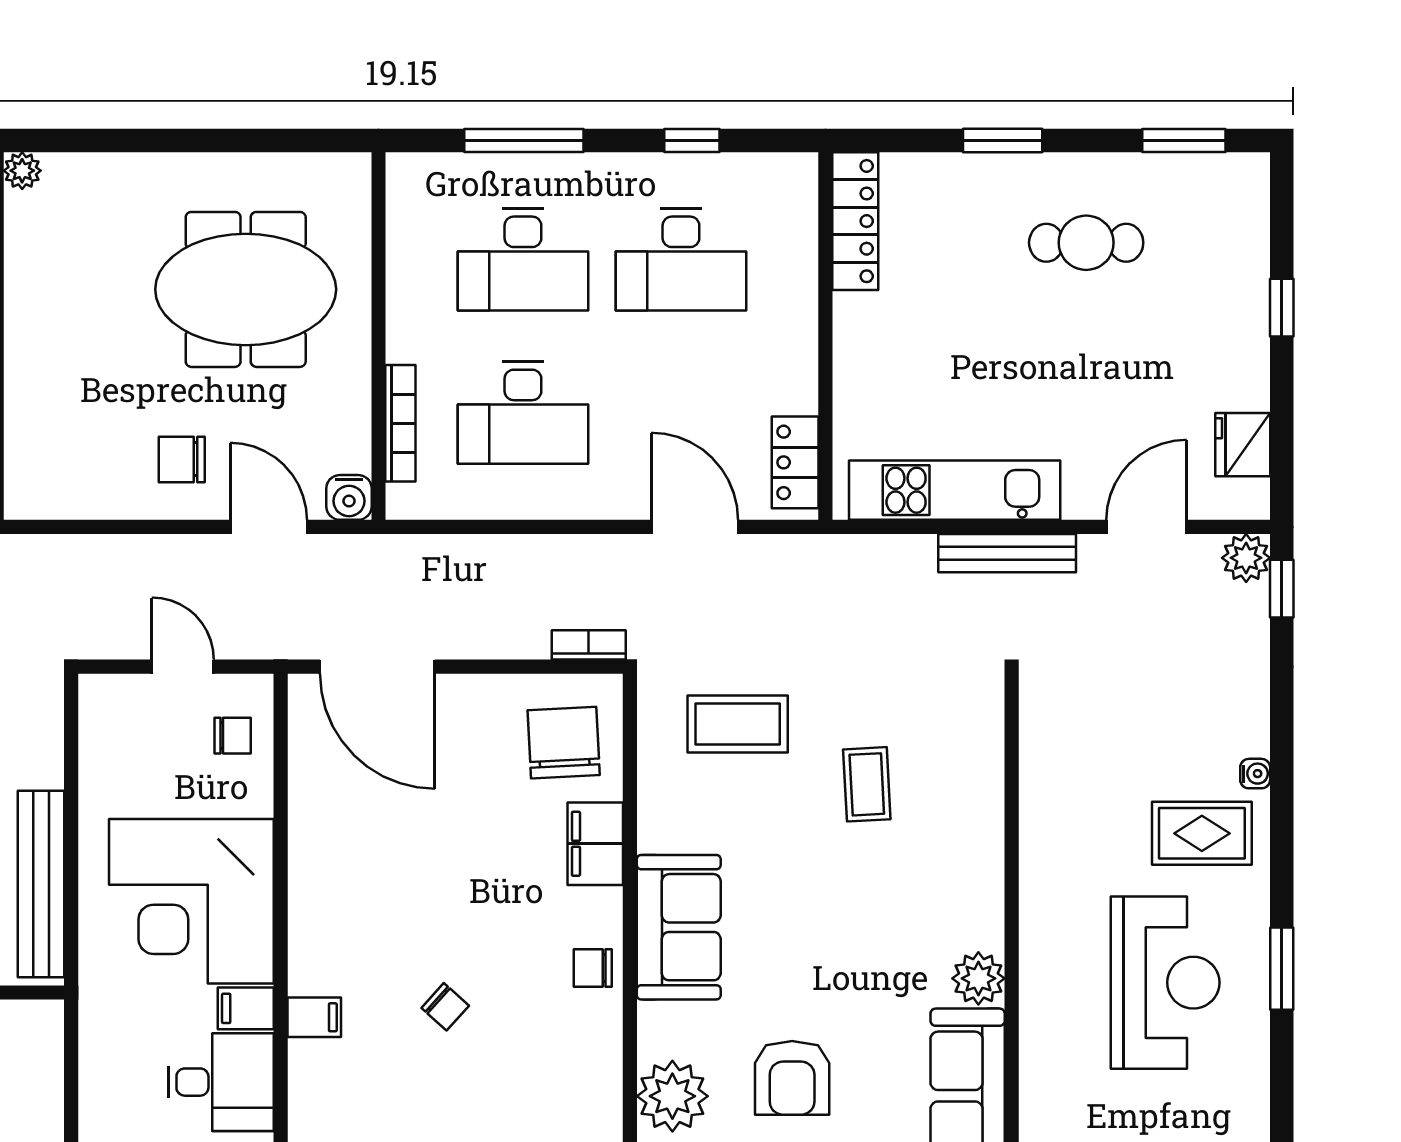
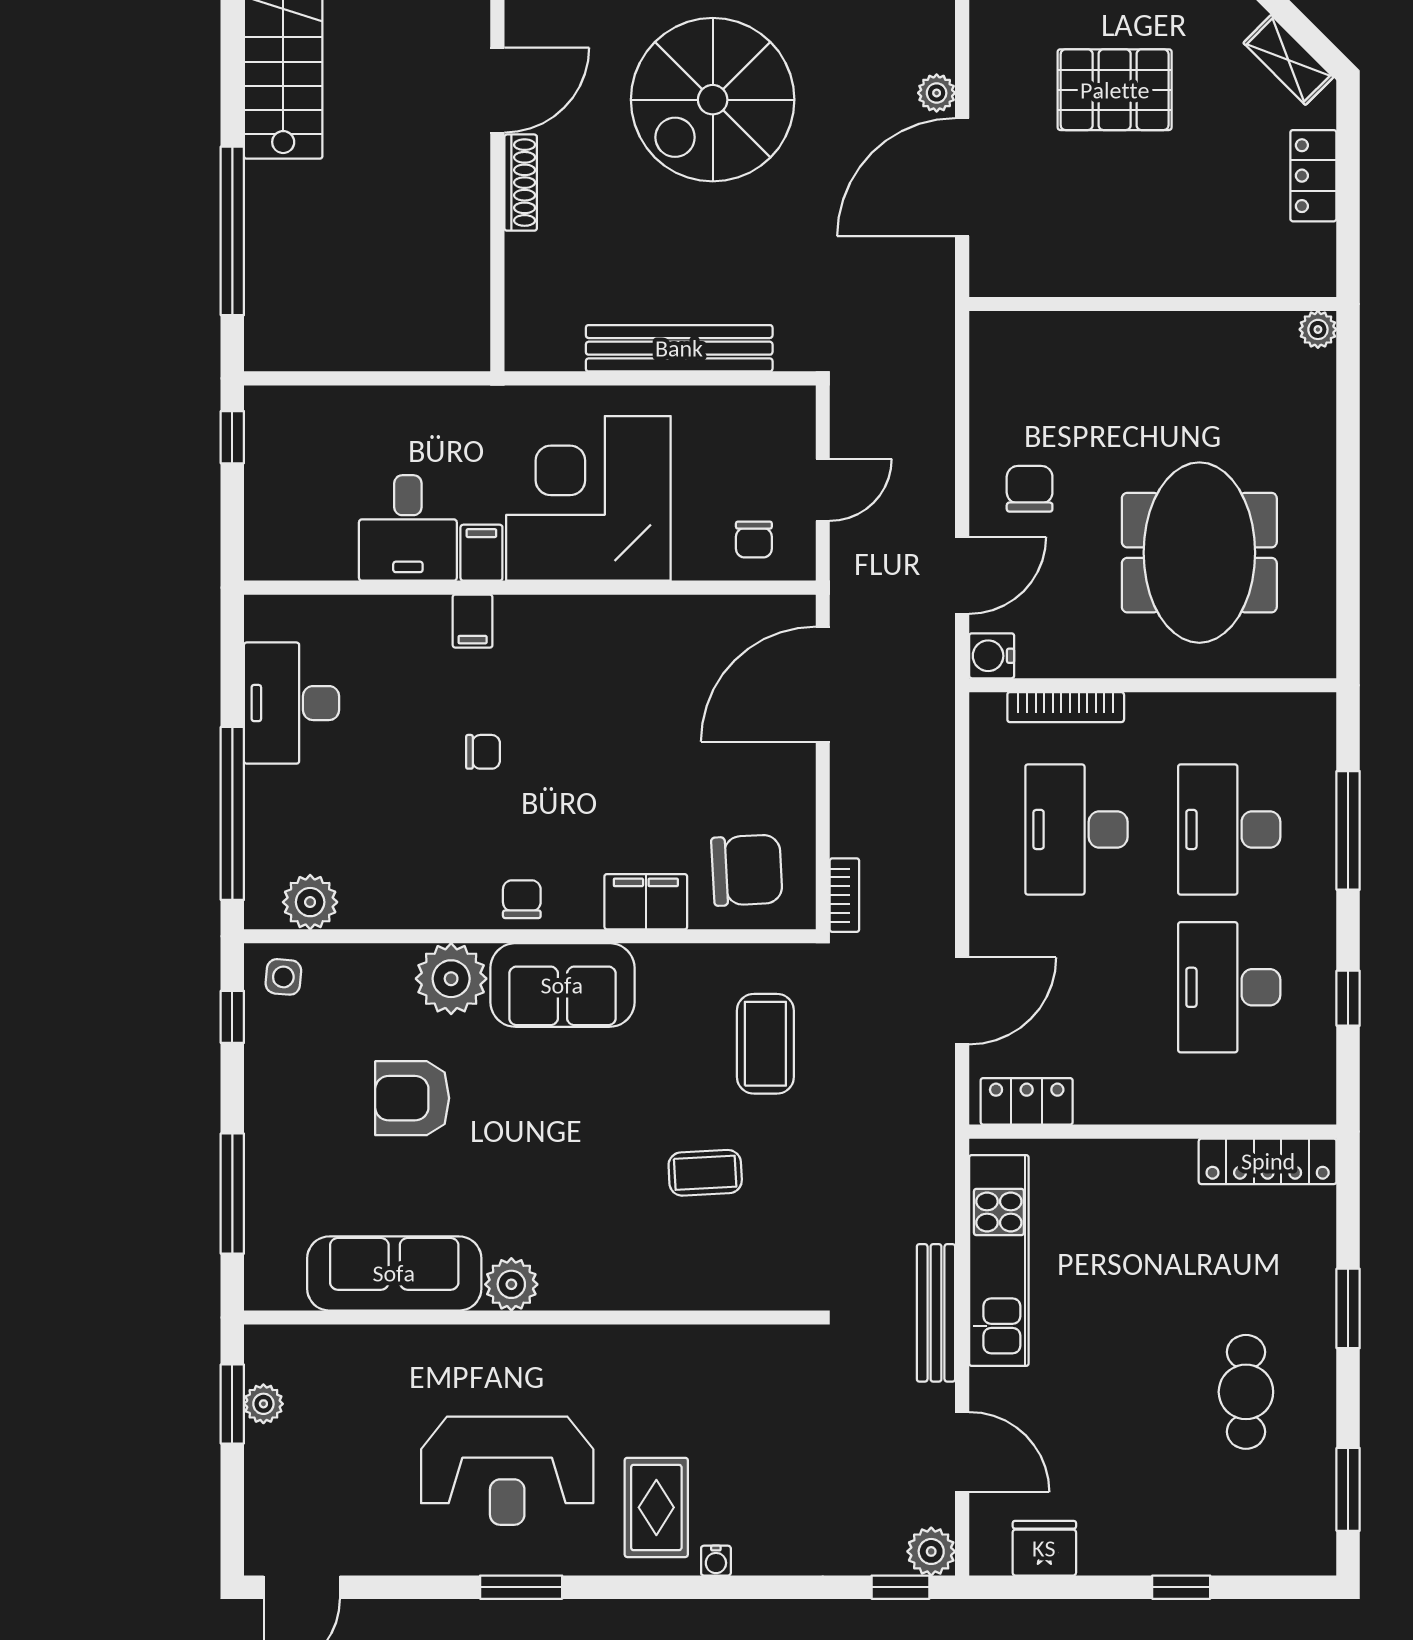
bench: (41, 884) -> (679, 348), moved
chair: (445, 1007) -> (483, 752), turned -132
plant: (672, 1096) -> (451, 979), moved

